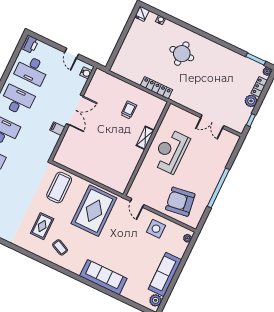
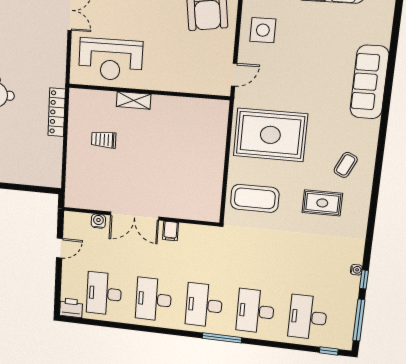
desk: (32, 70) -> (104, 294), turned 180
water cooler: (86, 73) -> (98, 221), moved
double door: (75, 110) -> (135, 216), swing flipped
reception desk: (171, 151) -> (111, 60), moved

